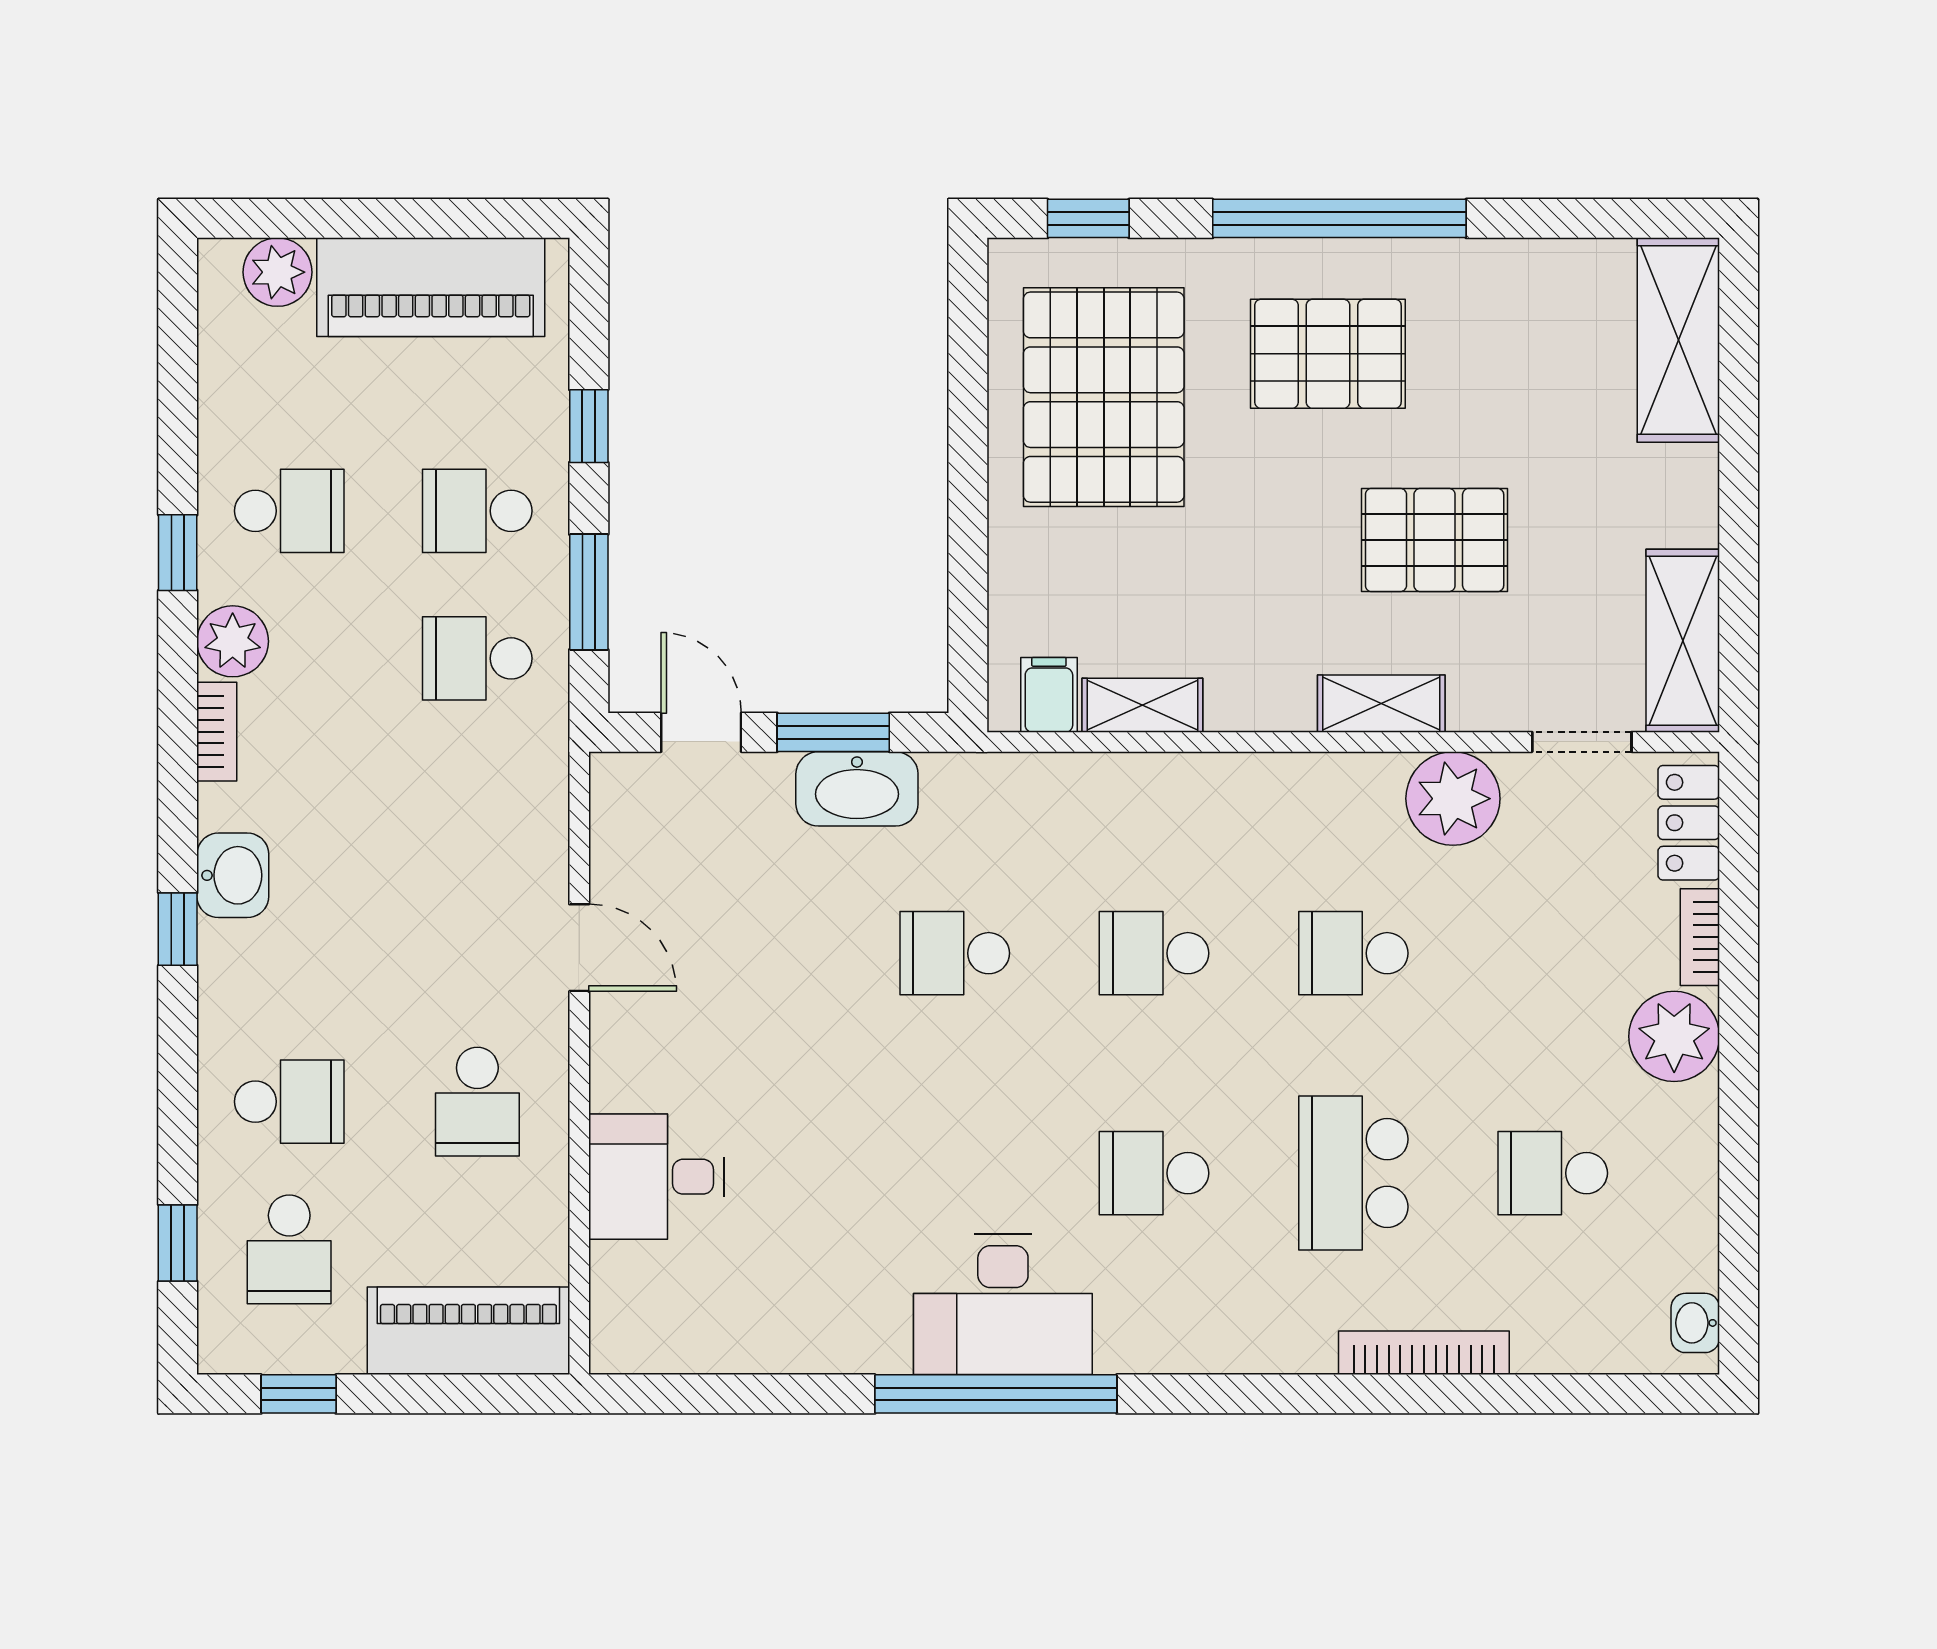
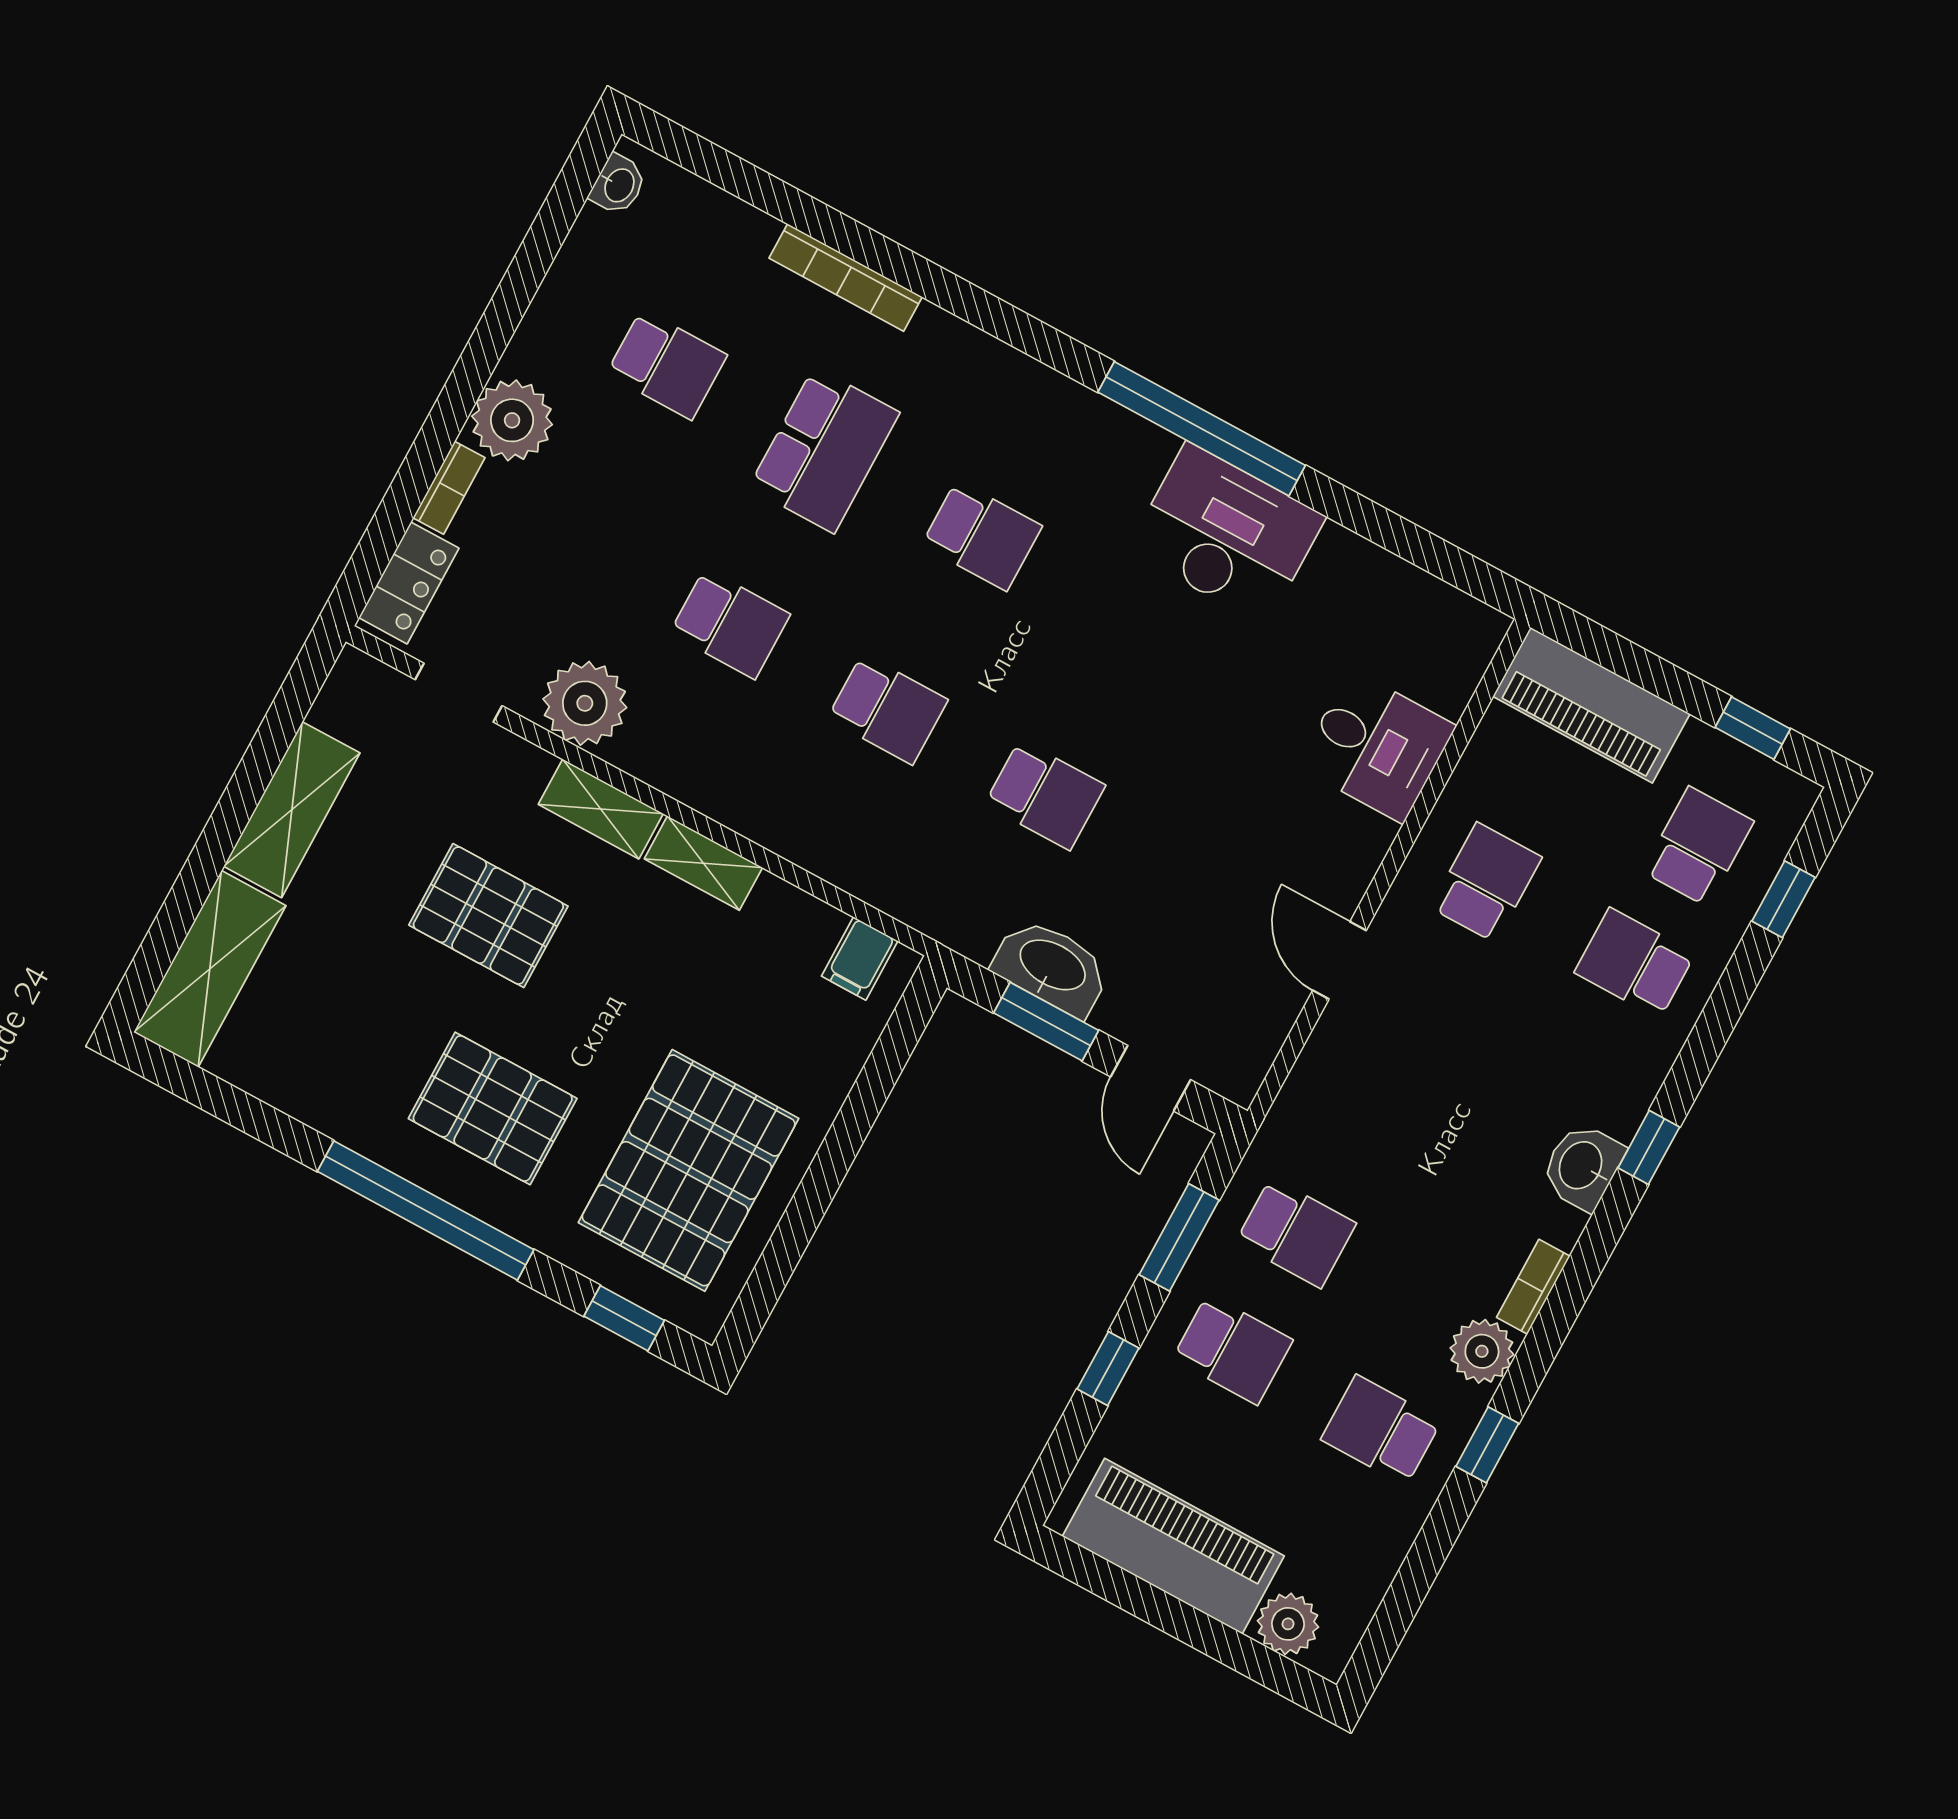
shelving: (1683, 641) -> (292, 810), moved
shelving: (1142, 705) -> (703, 863), moved
desk: (1003, 1305) -> (1226, 534), moved

